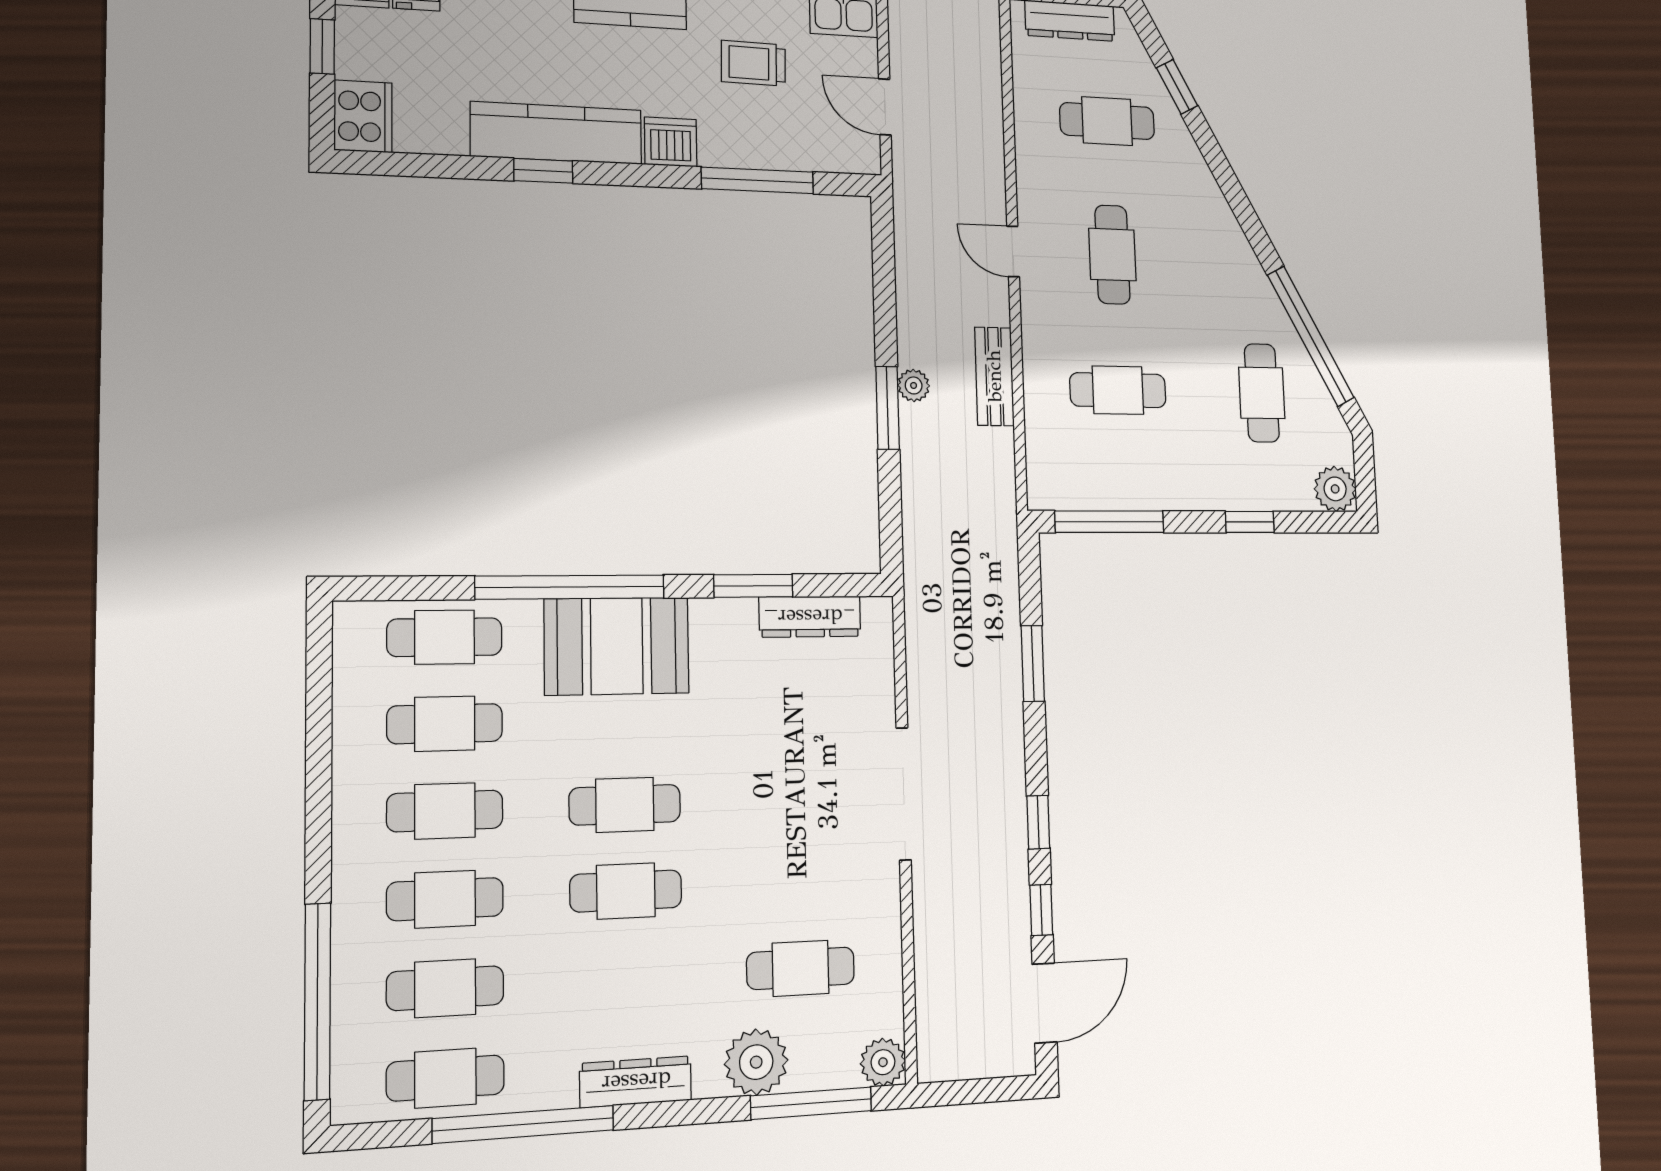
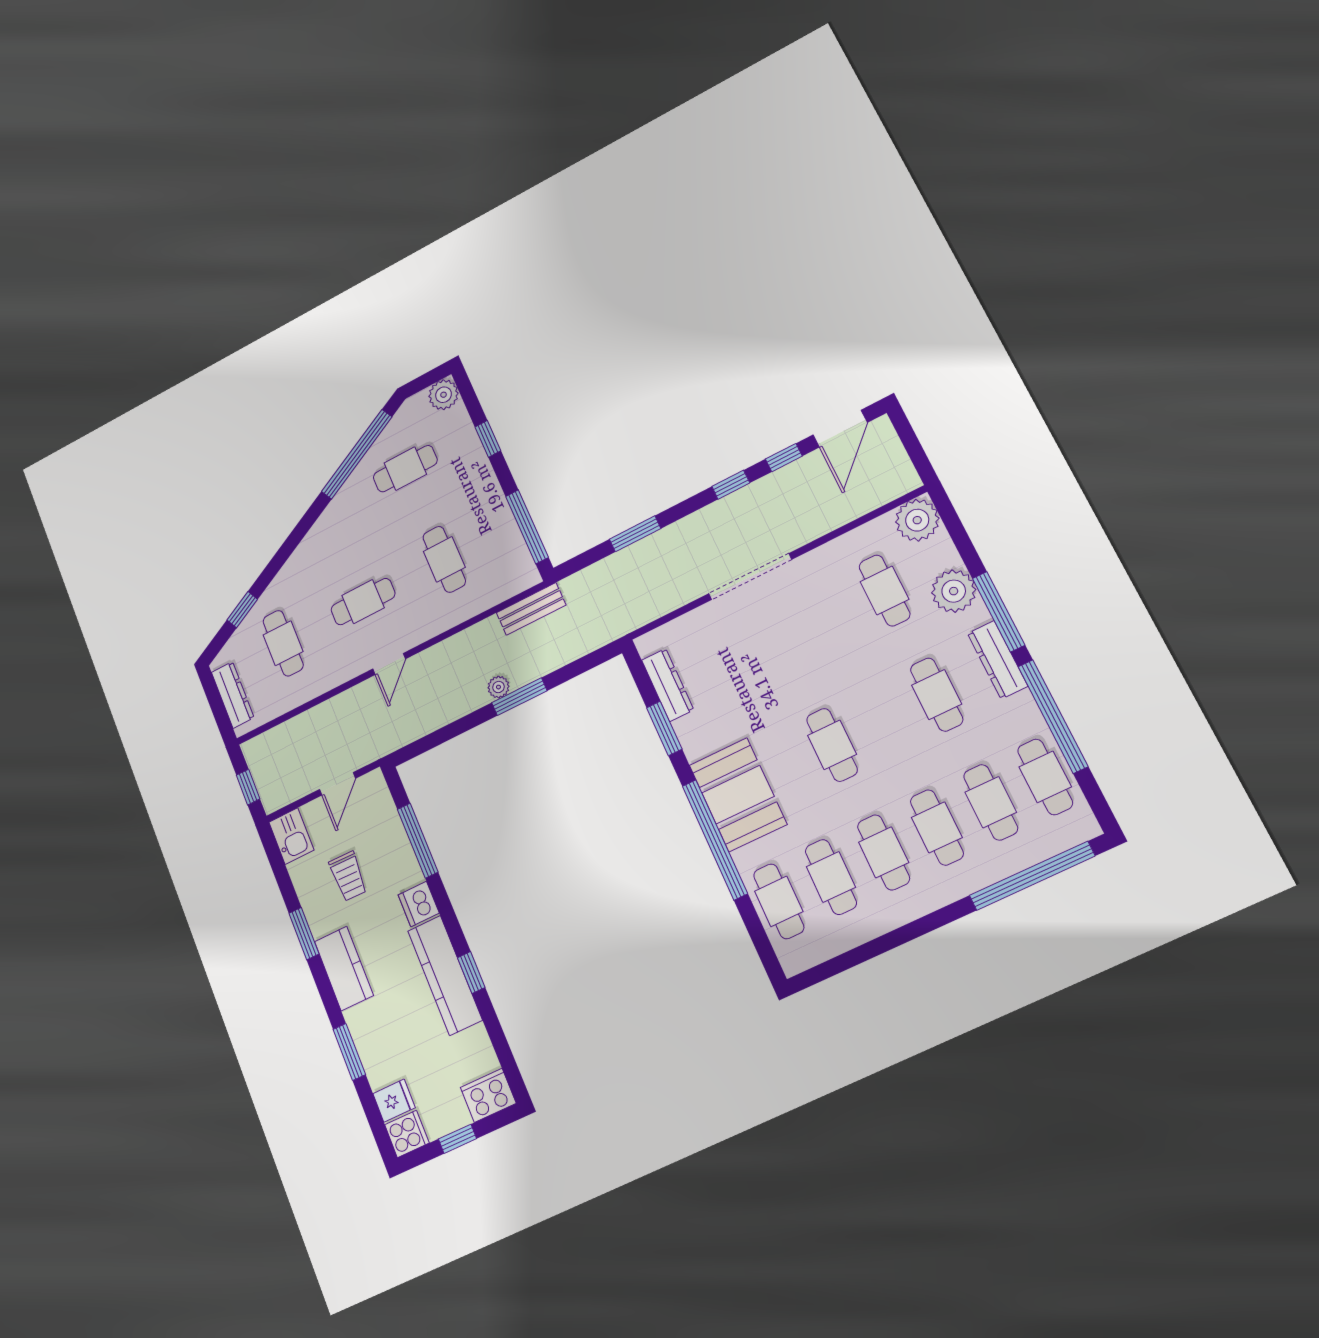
bench: (994, 376) -> (531, 609), moved
cafe table: (626, 891) -> (937, 695), moved
door: (1045, 1003) -> (840, 429), swing flipped
plant: (883, 1062) -> (917, 520), width x1.36, depth x1.36
window: (811, 1103) -> (999, 612), moved

